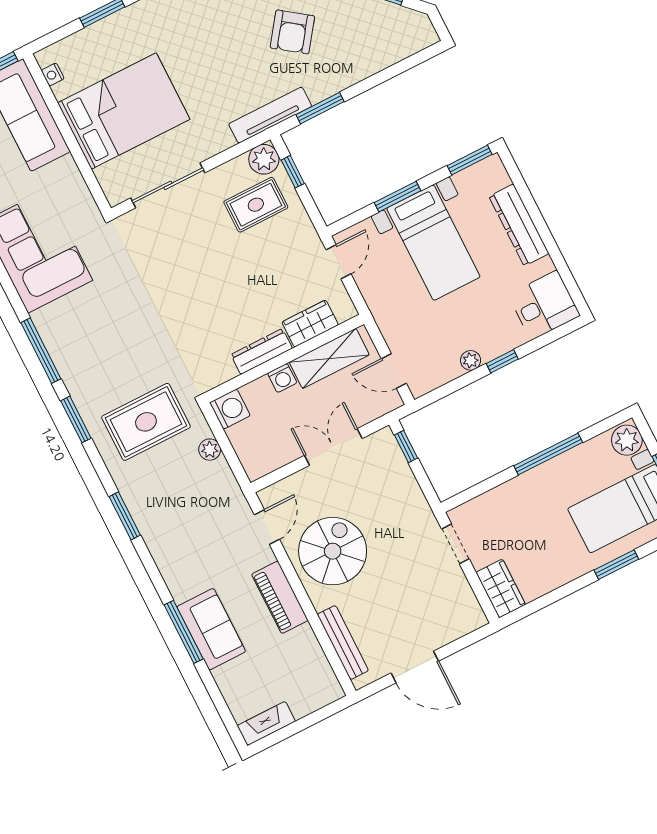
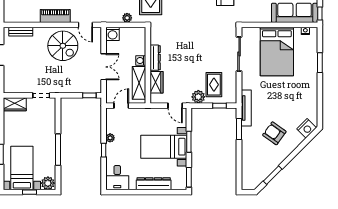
plant: (264, 159) -> (198, 97), moved
washing machine: (230, 409) -> (113, 34), moved
bench: (343, 643) -> (21, 32), width x0.73

